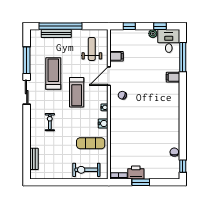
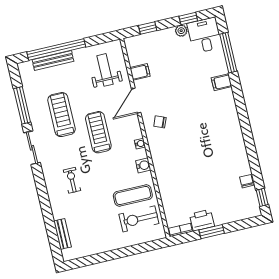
treadmill: (77, 92) -> (98, 132), turned 180
exercise bike: (86, 170) -> (139, 219), moved

